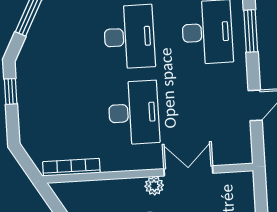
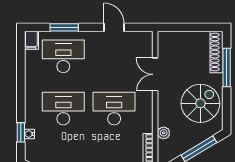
plant: (154, 186) -> (164, 133), moved

